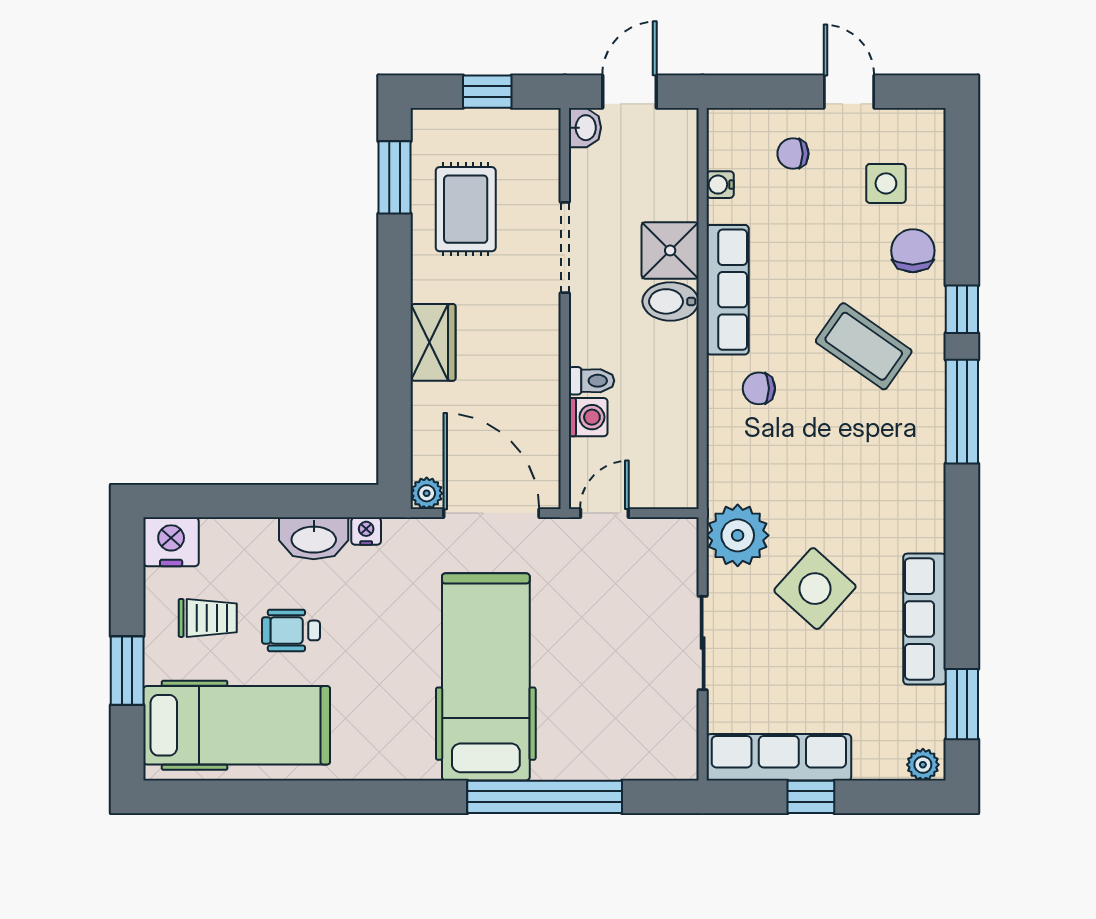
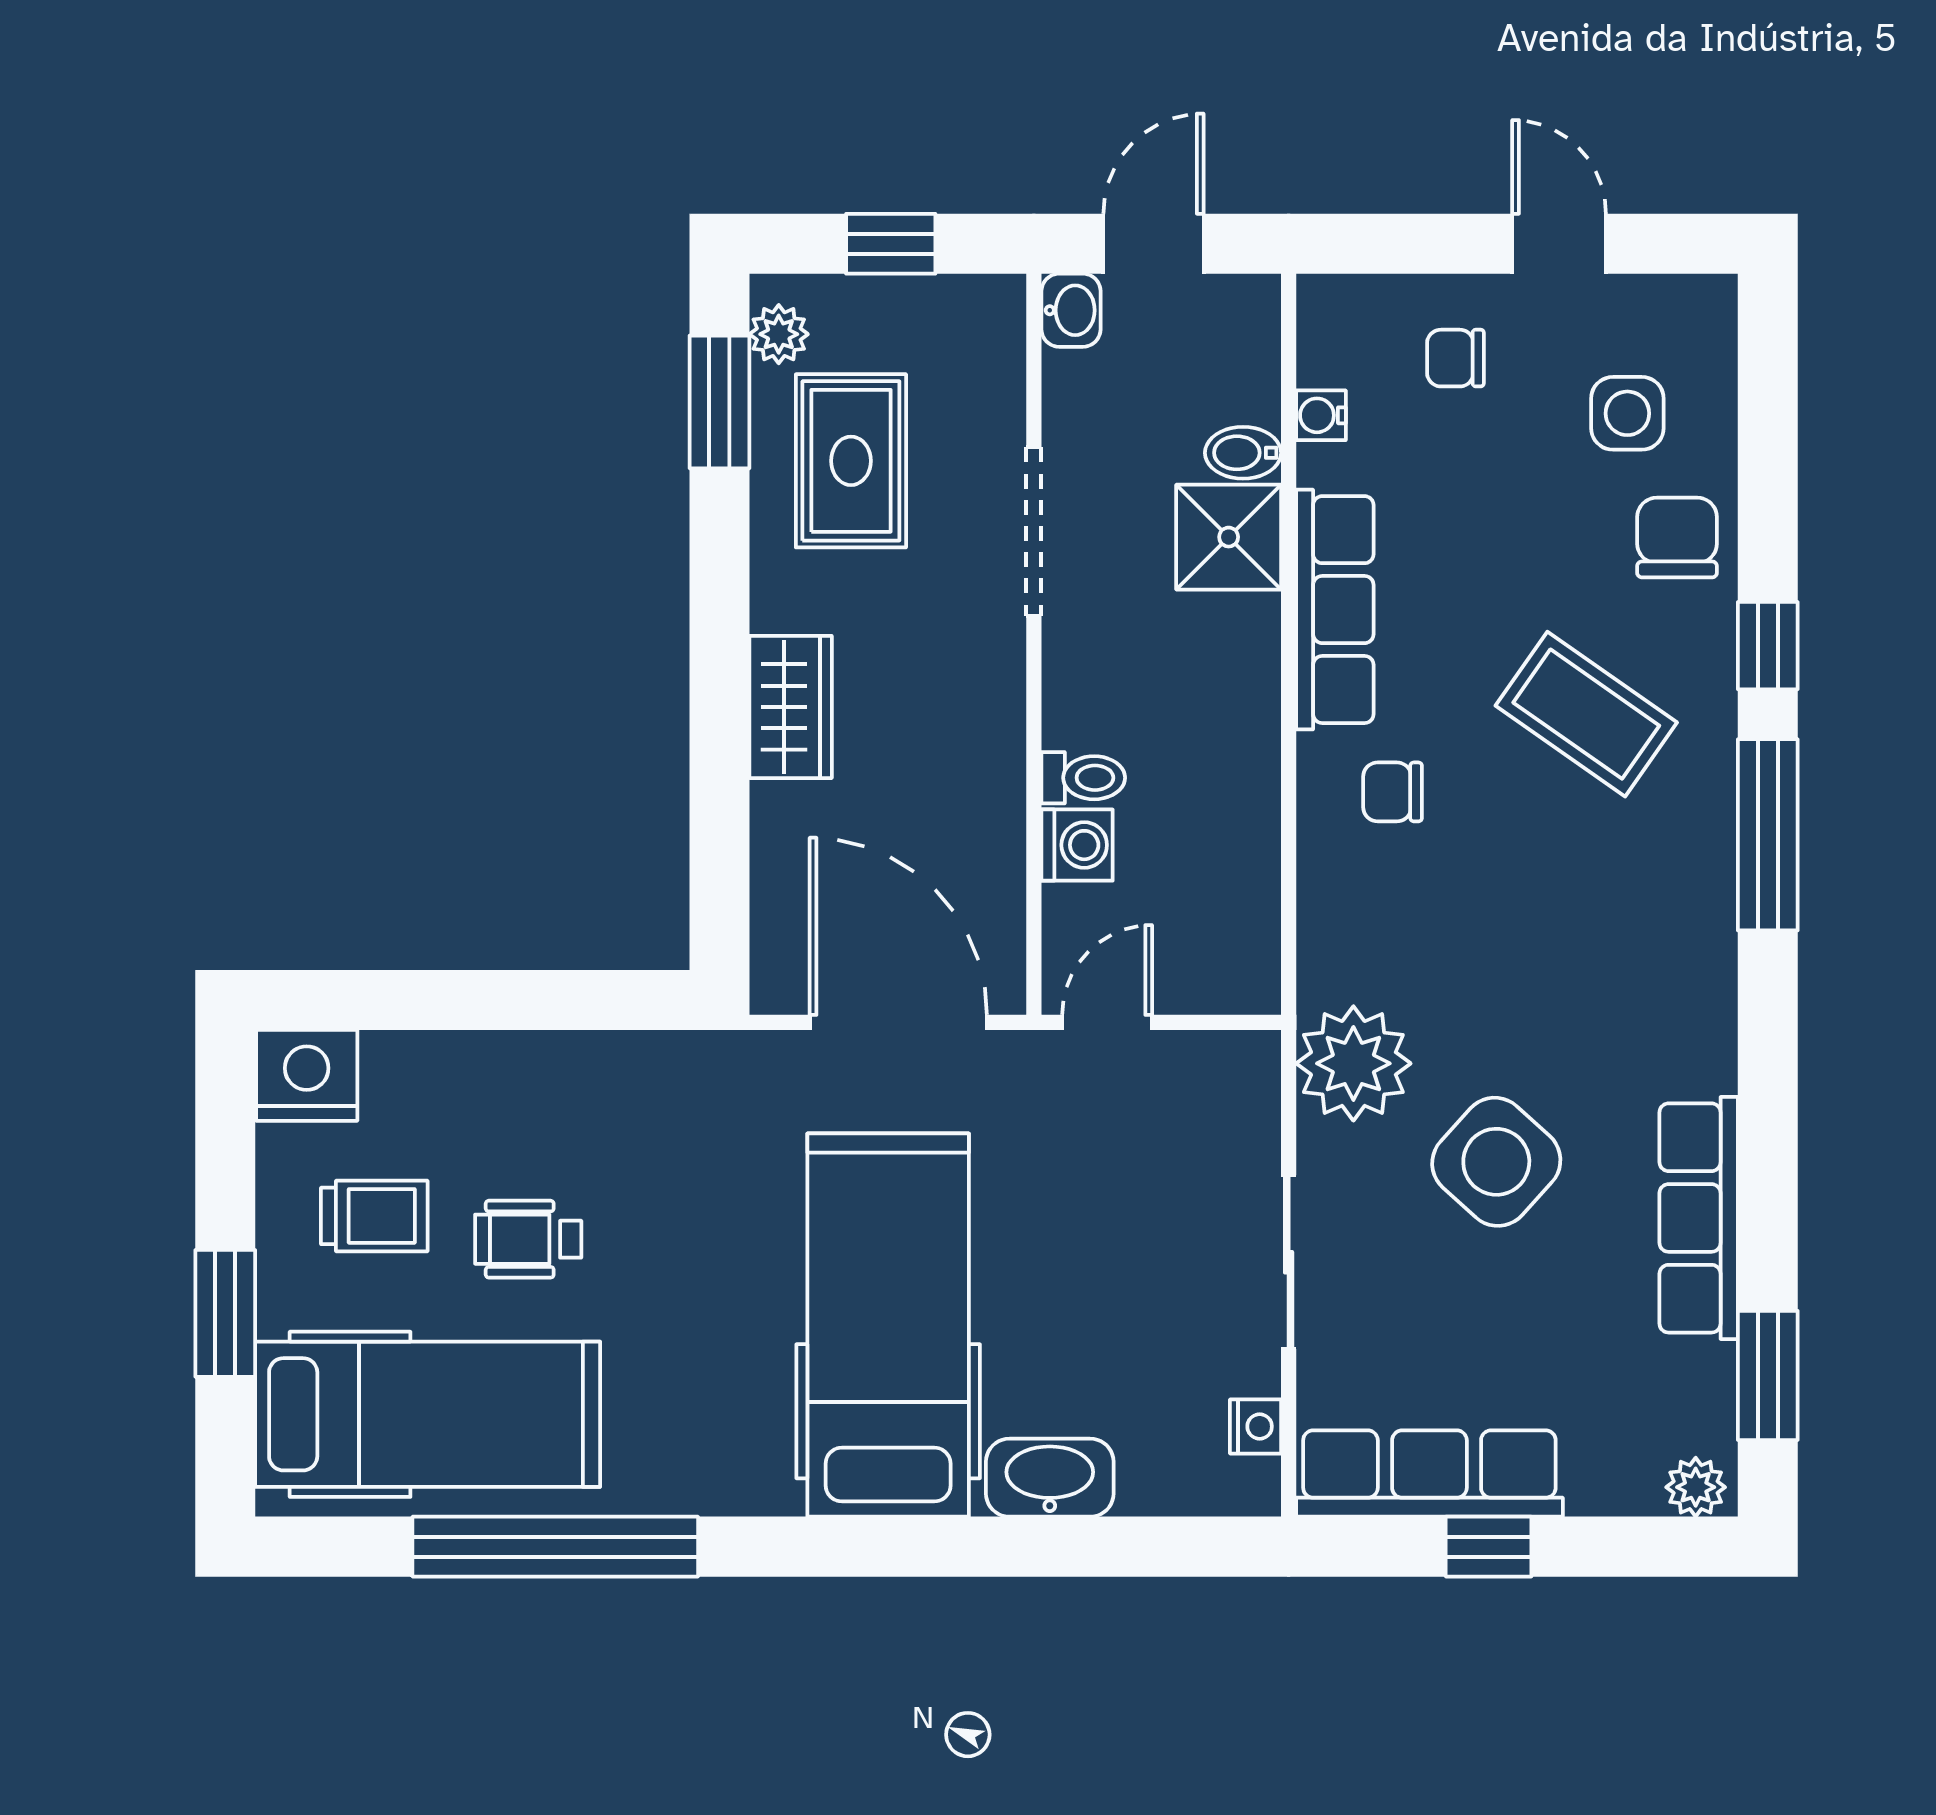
bidet: (670, 301) -> (1243, 453), moved, width x0.72, depth x0.74
plant: (427, 493) -> (779, 334), moved
nightstand: (366, 531) -> (1255, 1426), moved, turned 90
washbasin: (314, 538) -> (1050, 1478), moved, turned 180
window: (545, 797) -> (555, 1547), moved

